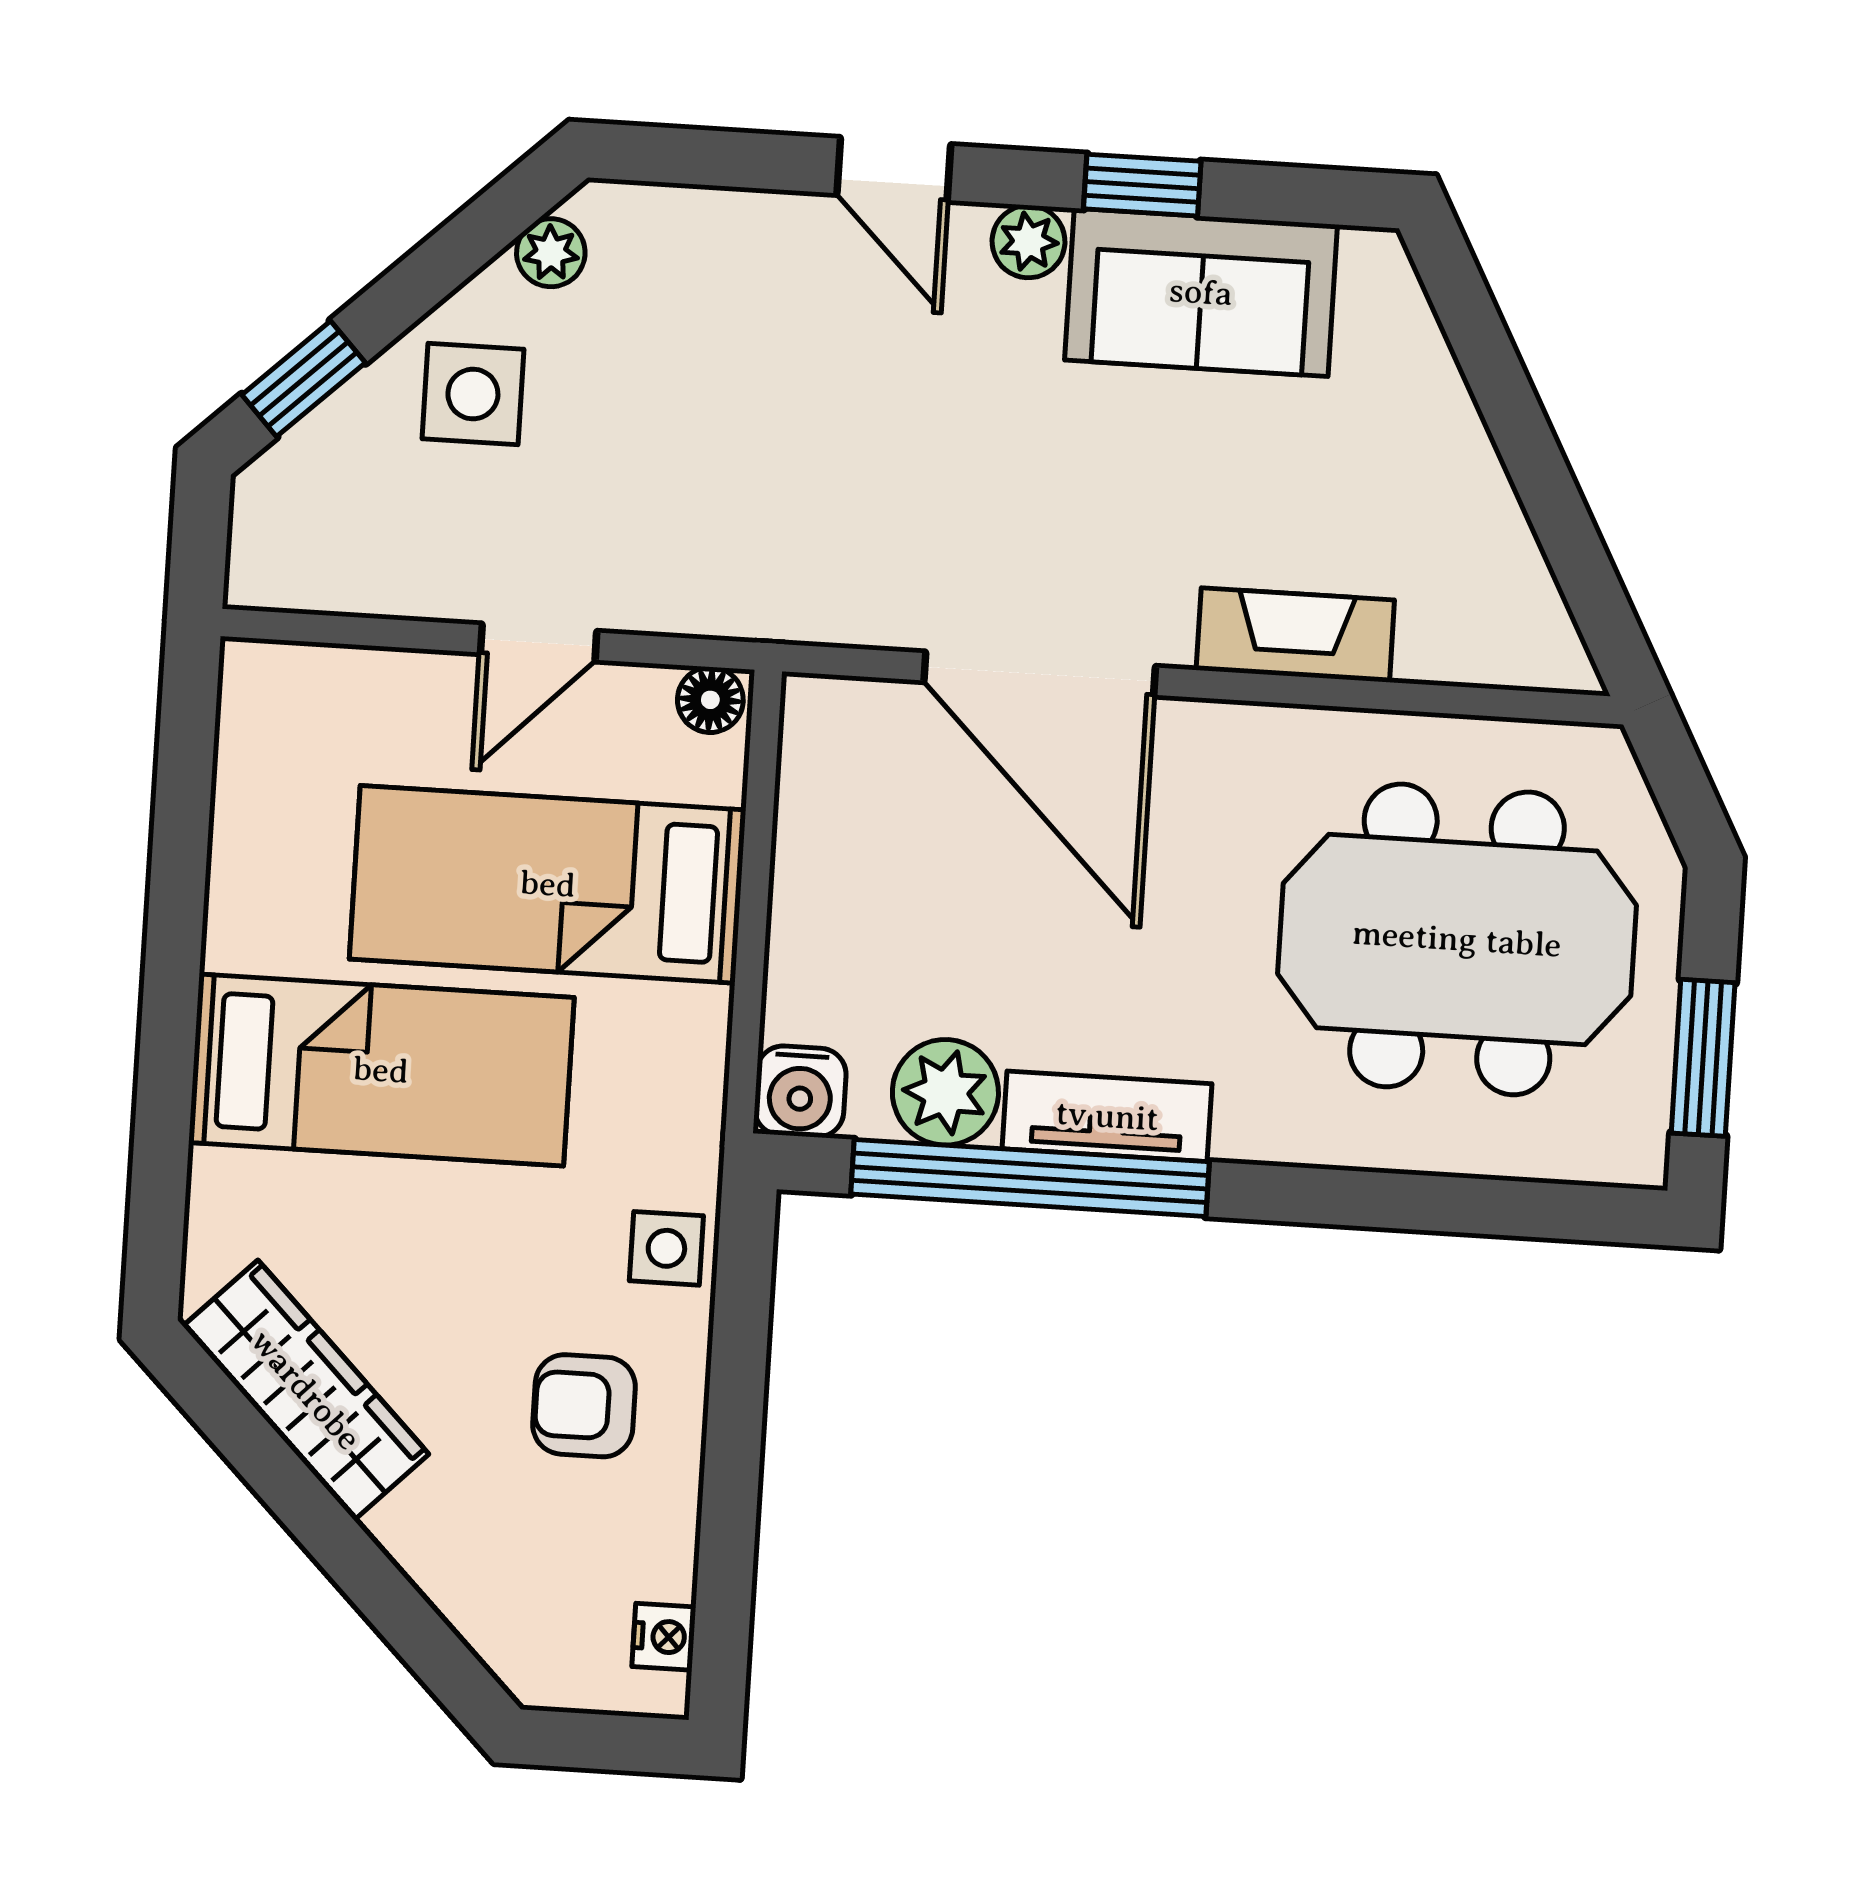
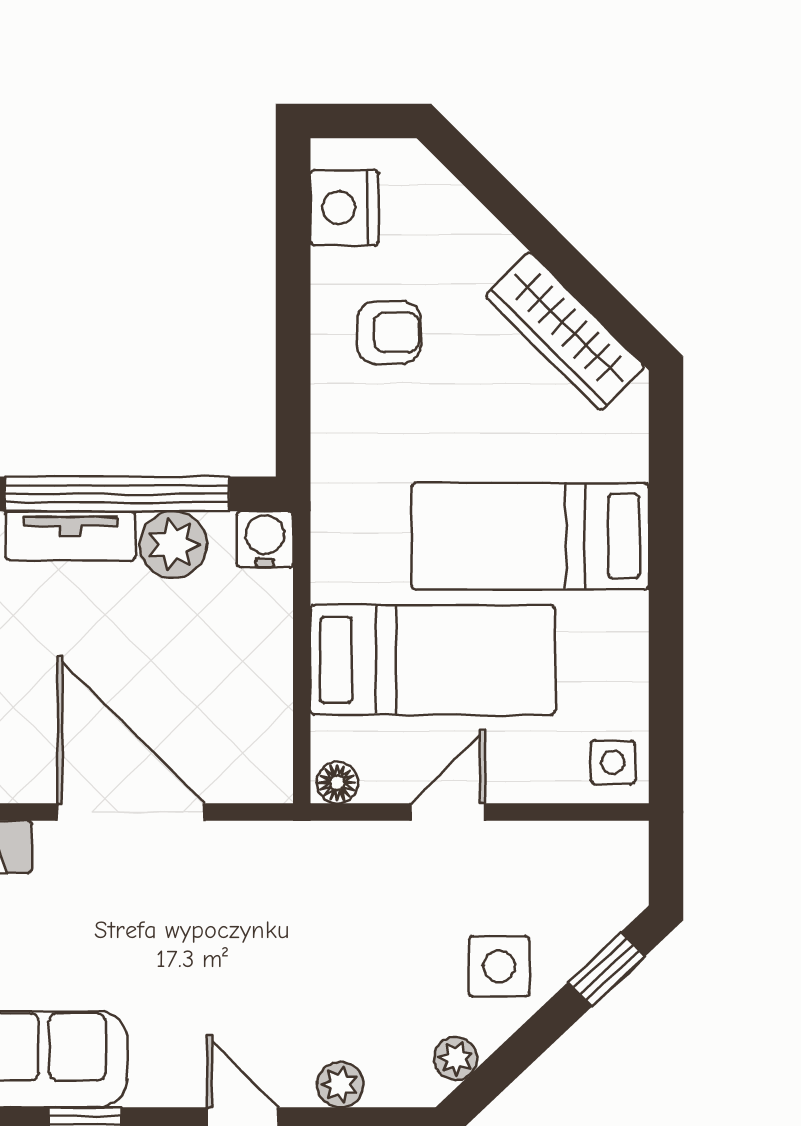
plant: (1028, 242) -> (340, 1084), moved
side table: (666, 1248) -> (613, 762), moved
nightstand: (664, 1637) -> (344, 208), width x1.89, depth x1.79

